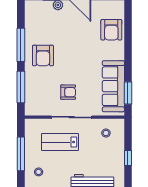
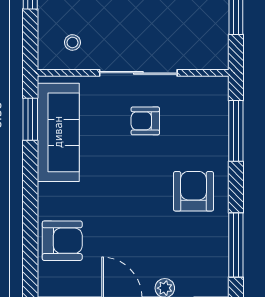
armchair: (111, 30) -> (62, 241), turned 90
window: (21, 45) -> (236, 245), moved
lab bench: (60, 142) -> (161, 25), removed

